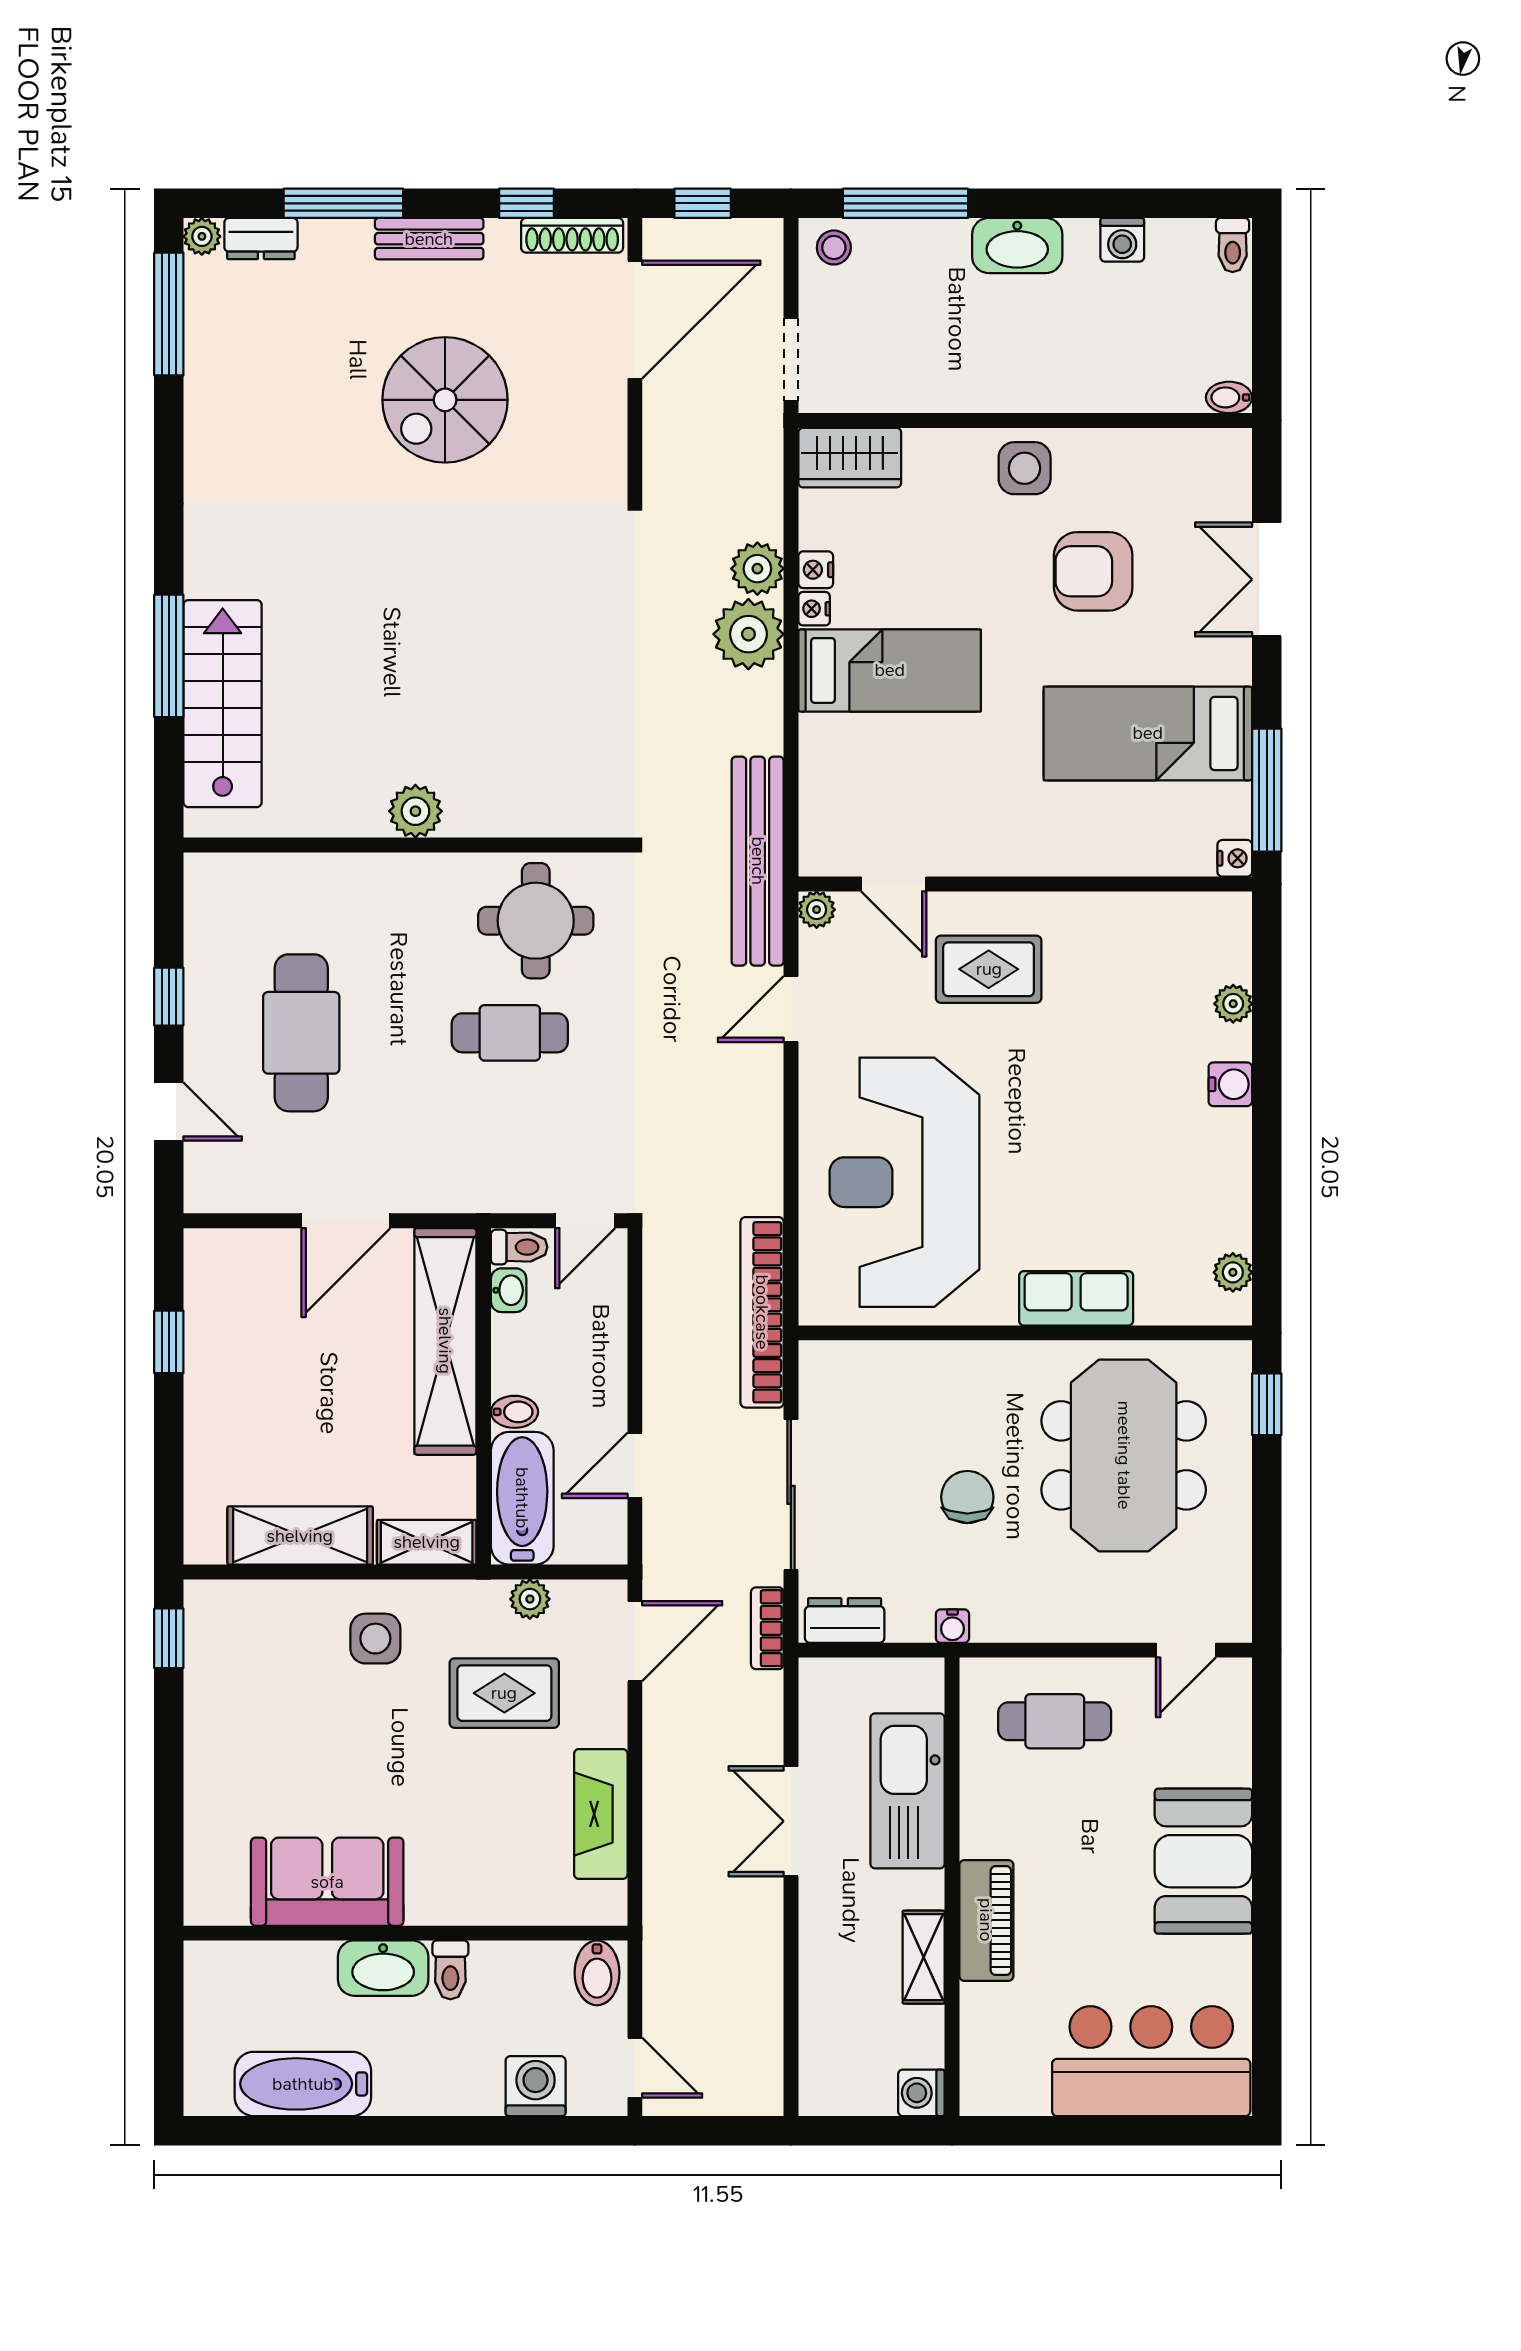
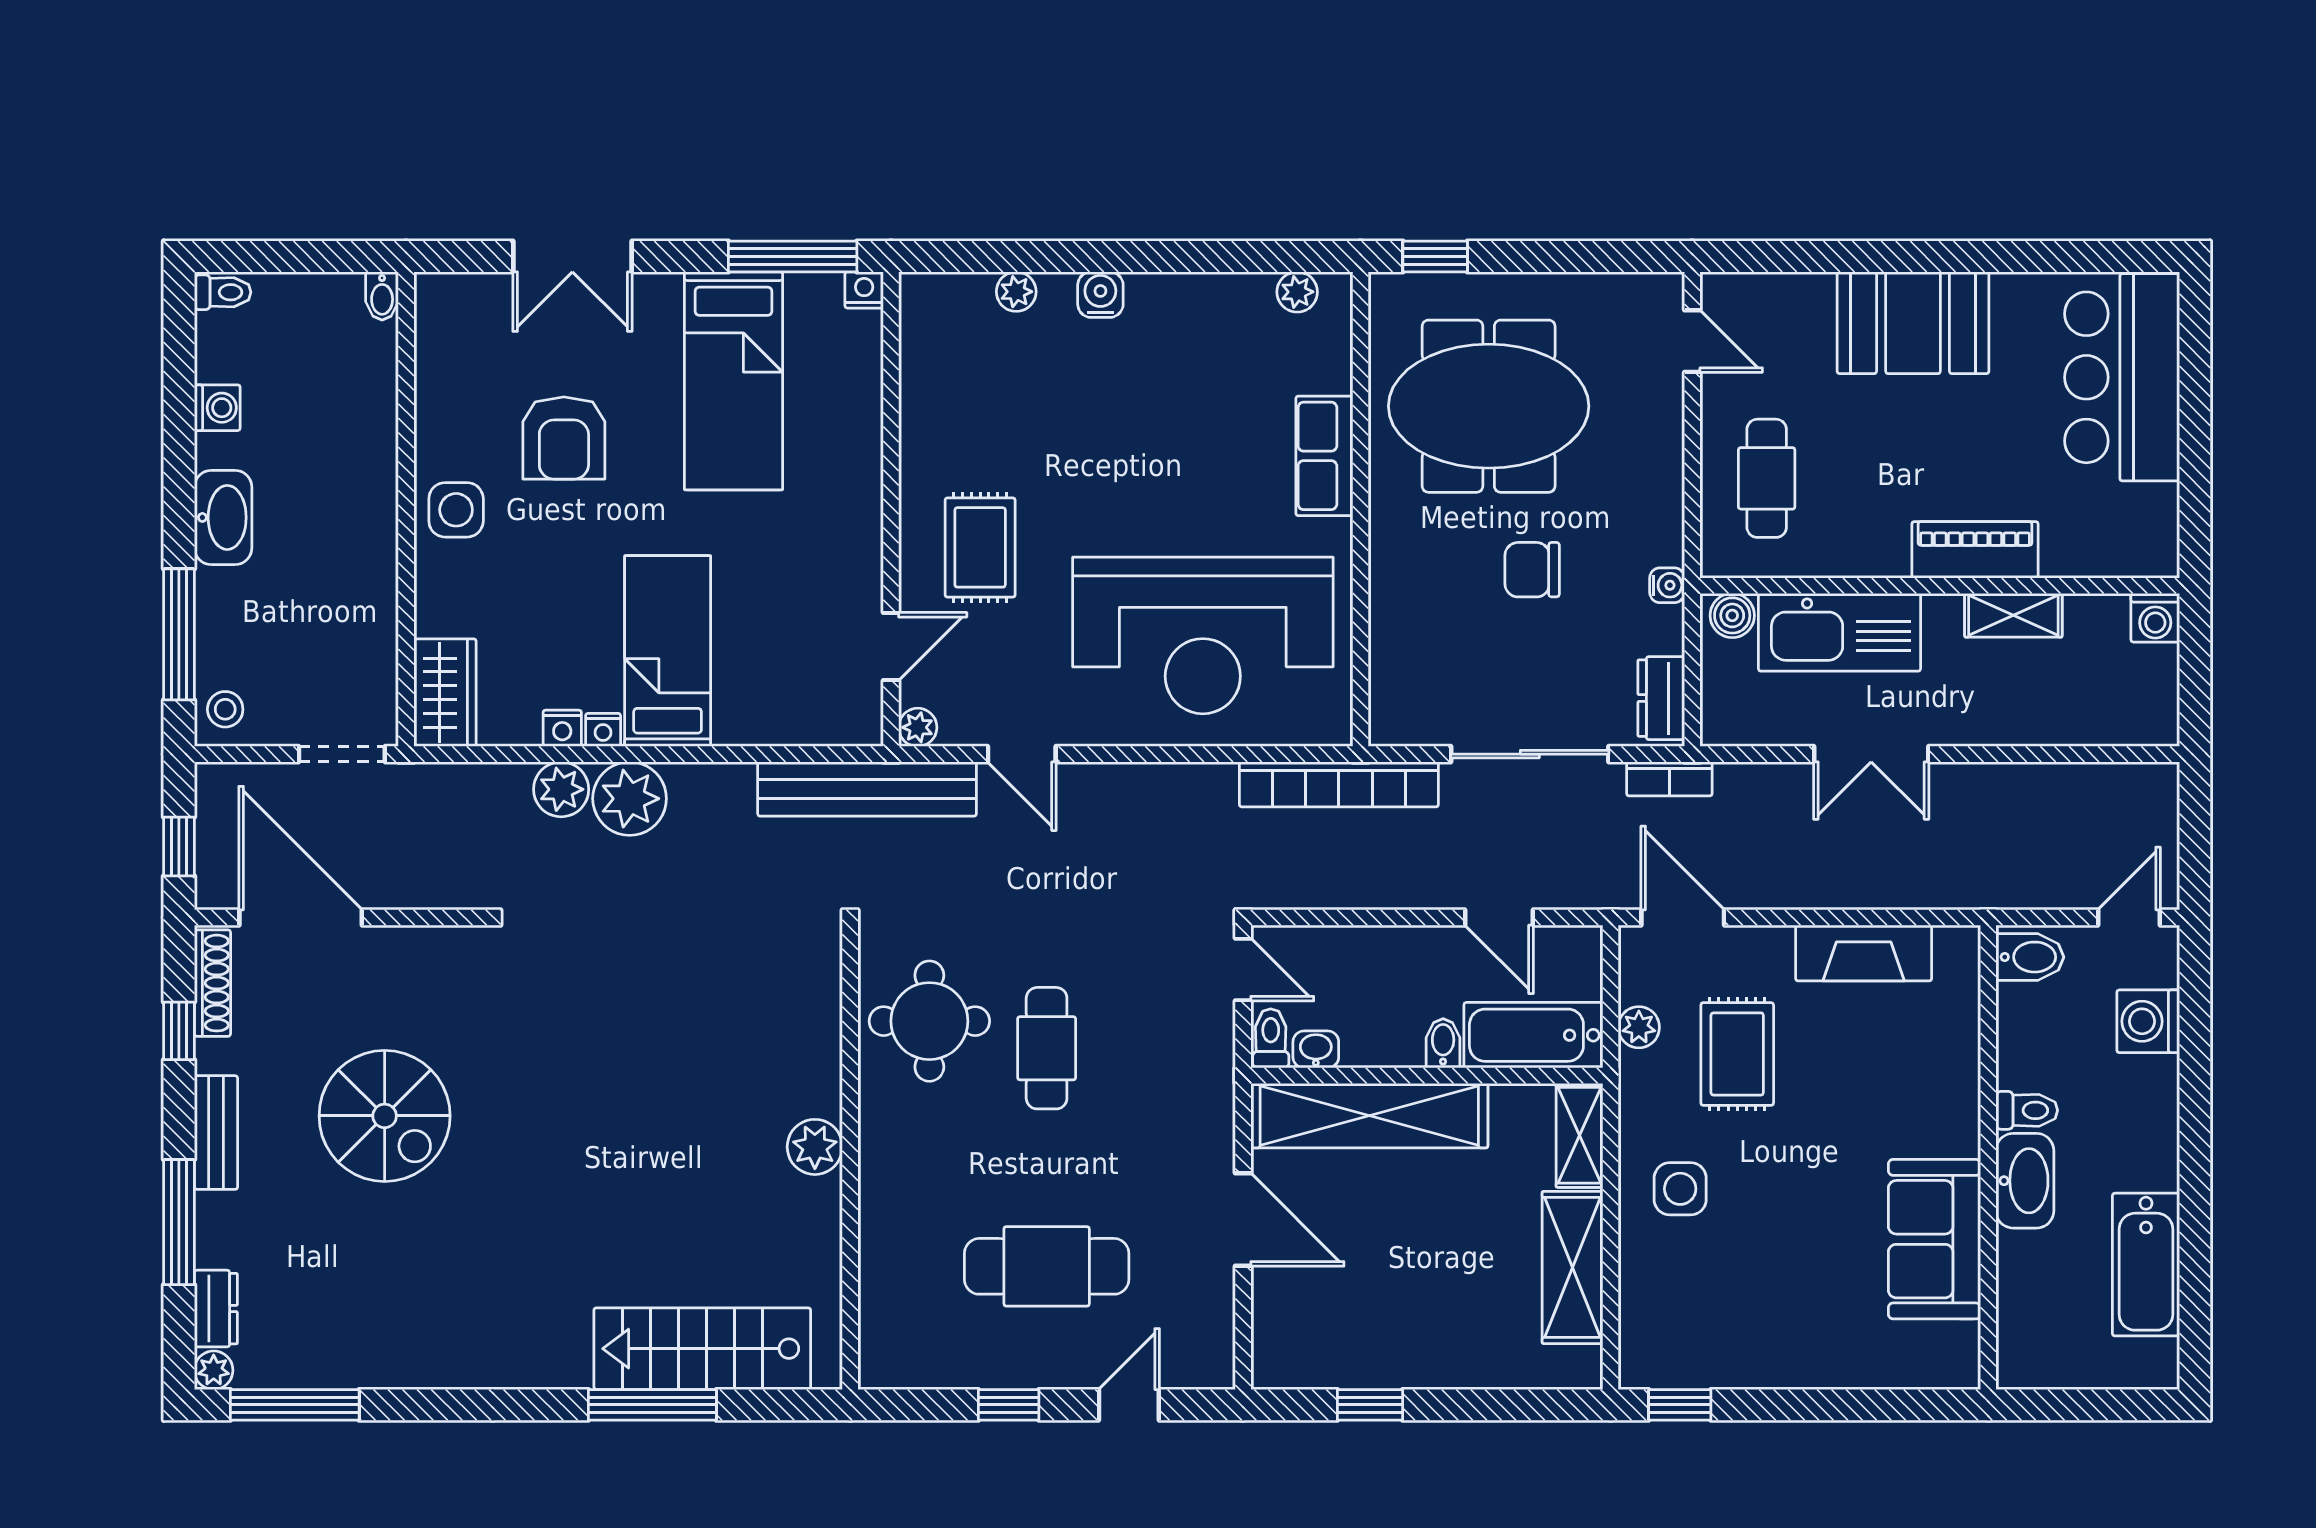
boiler: (924, 1688) -> (1732, 615), added

